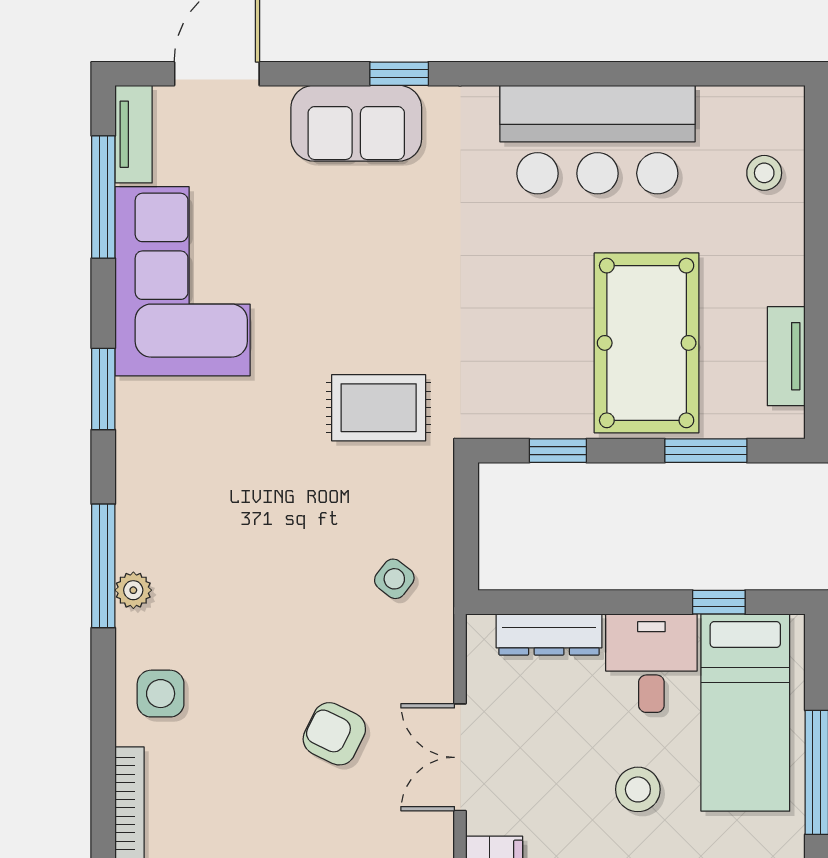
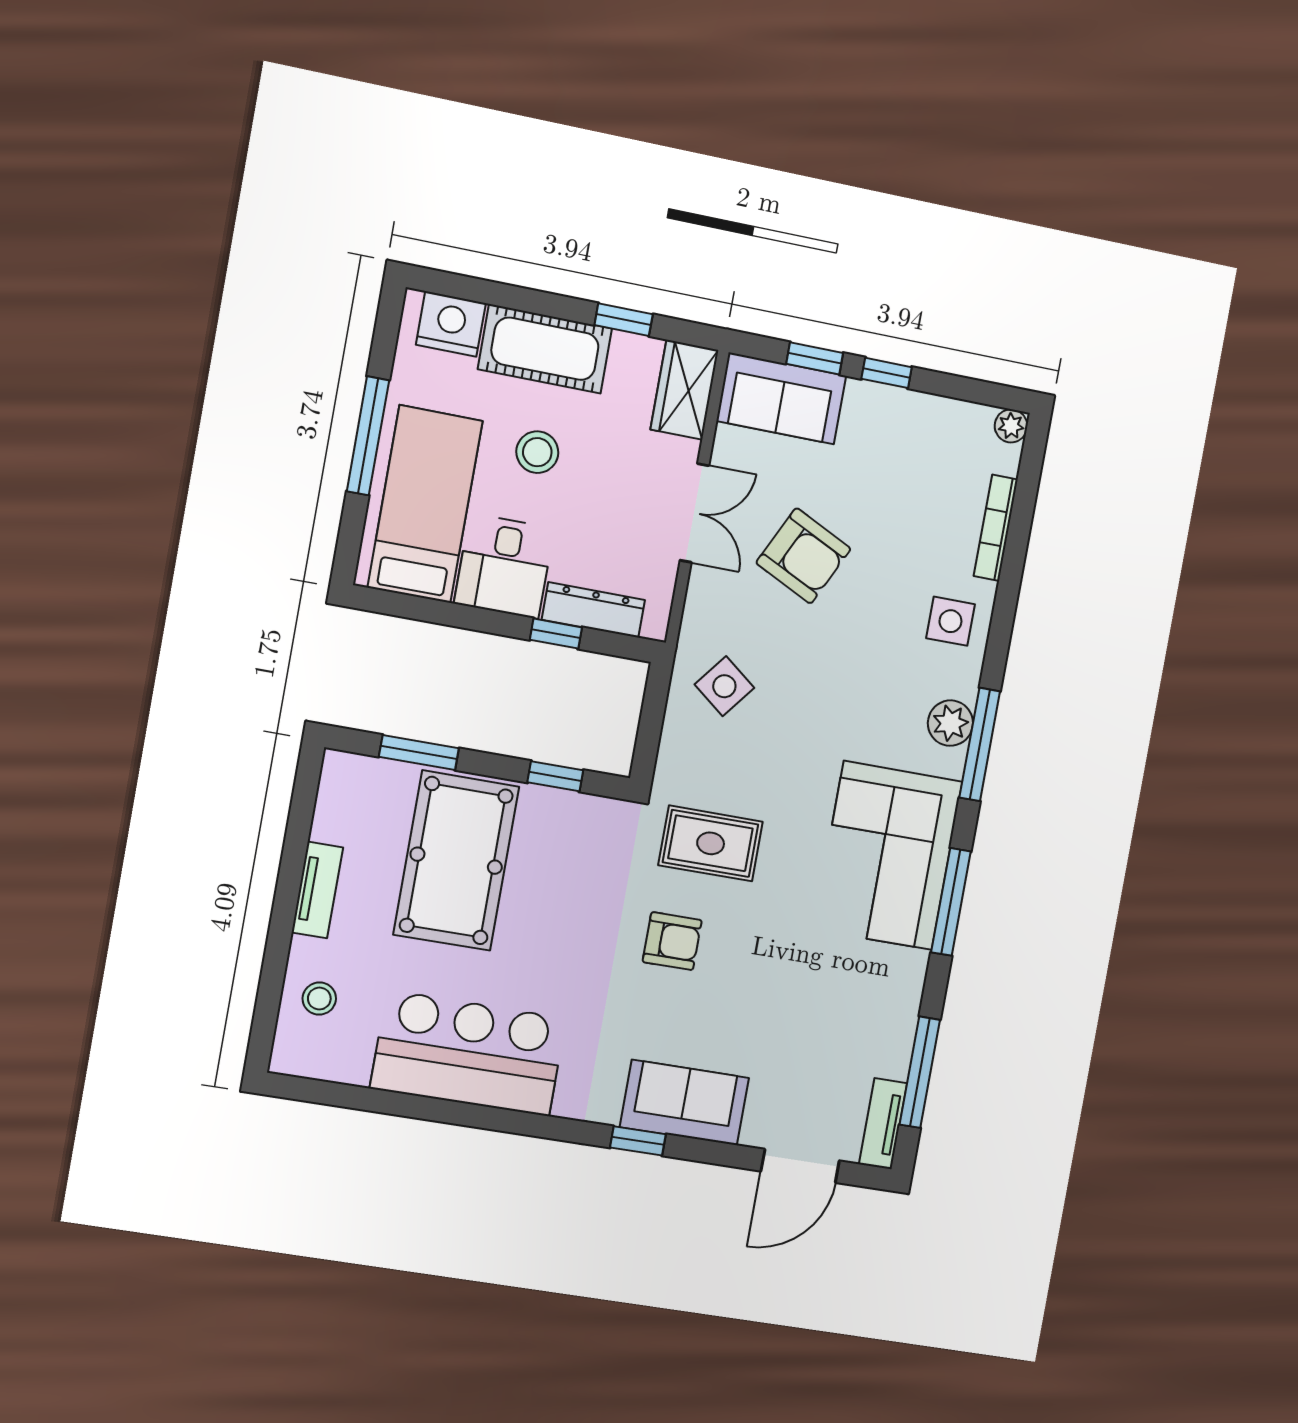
corner sofa: (182, 281) -> (888, 856), moved
armchair: (401, 296) -> (672, 941), added
tv unit: (786, 356) -> (317, 890), moved
window: (103, 389) -> (951, 902), width x1.44
side table: (394, 579) -> (724, 686), width x1.37, depth x1.37
plant: (133, 590) -> (950, 723), width x1.38, depth x1.38
window: (719, 602) -> (556, 634), moved
armchair: (334, 734) -> (803, 556), width x1.38, depth x1.38

